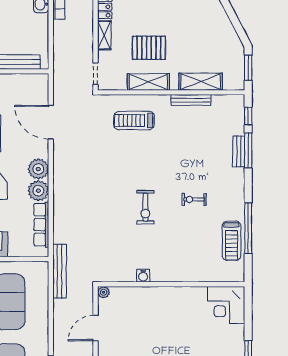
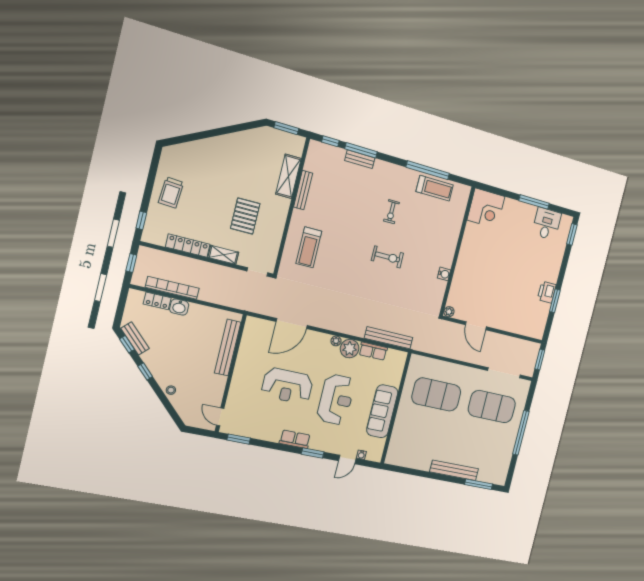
shelving: (148, 82) -> (277, 225), removed
plant: (38, 169) -> (336, 341), width x0.53, depth x0.53
row of seats: (41, 225) -> (373, 351), width x0.68
bench: (60, 271) -> (389, 338), moved

